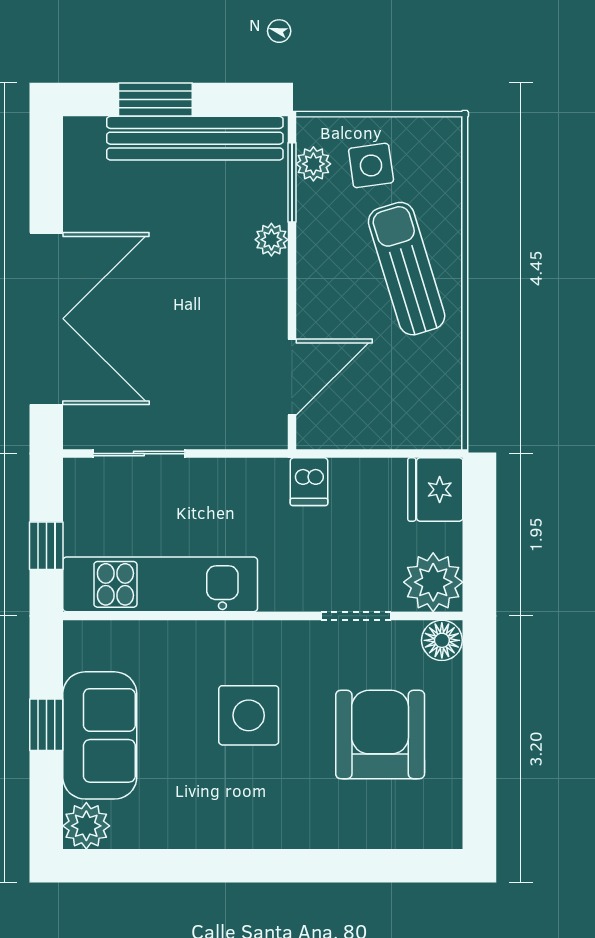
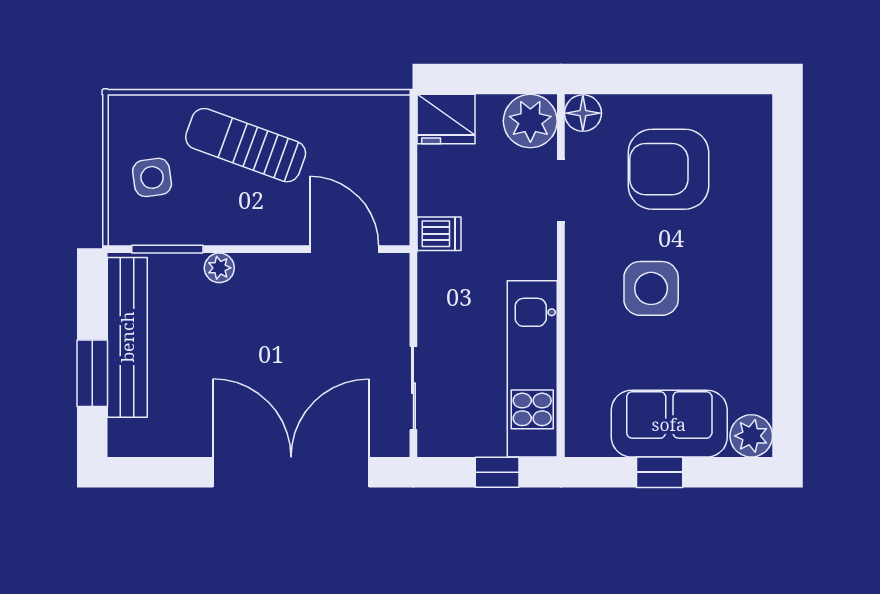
plant: (313, 164) -> (151, 230), removed
sun lounger: (407, 269) -> (246, 145), turned 37

